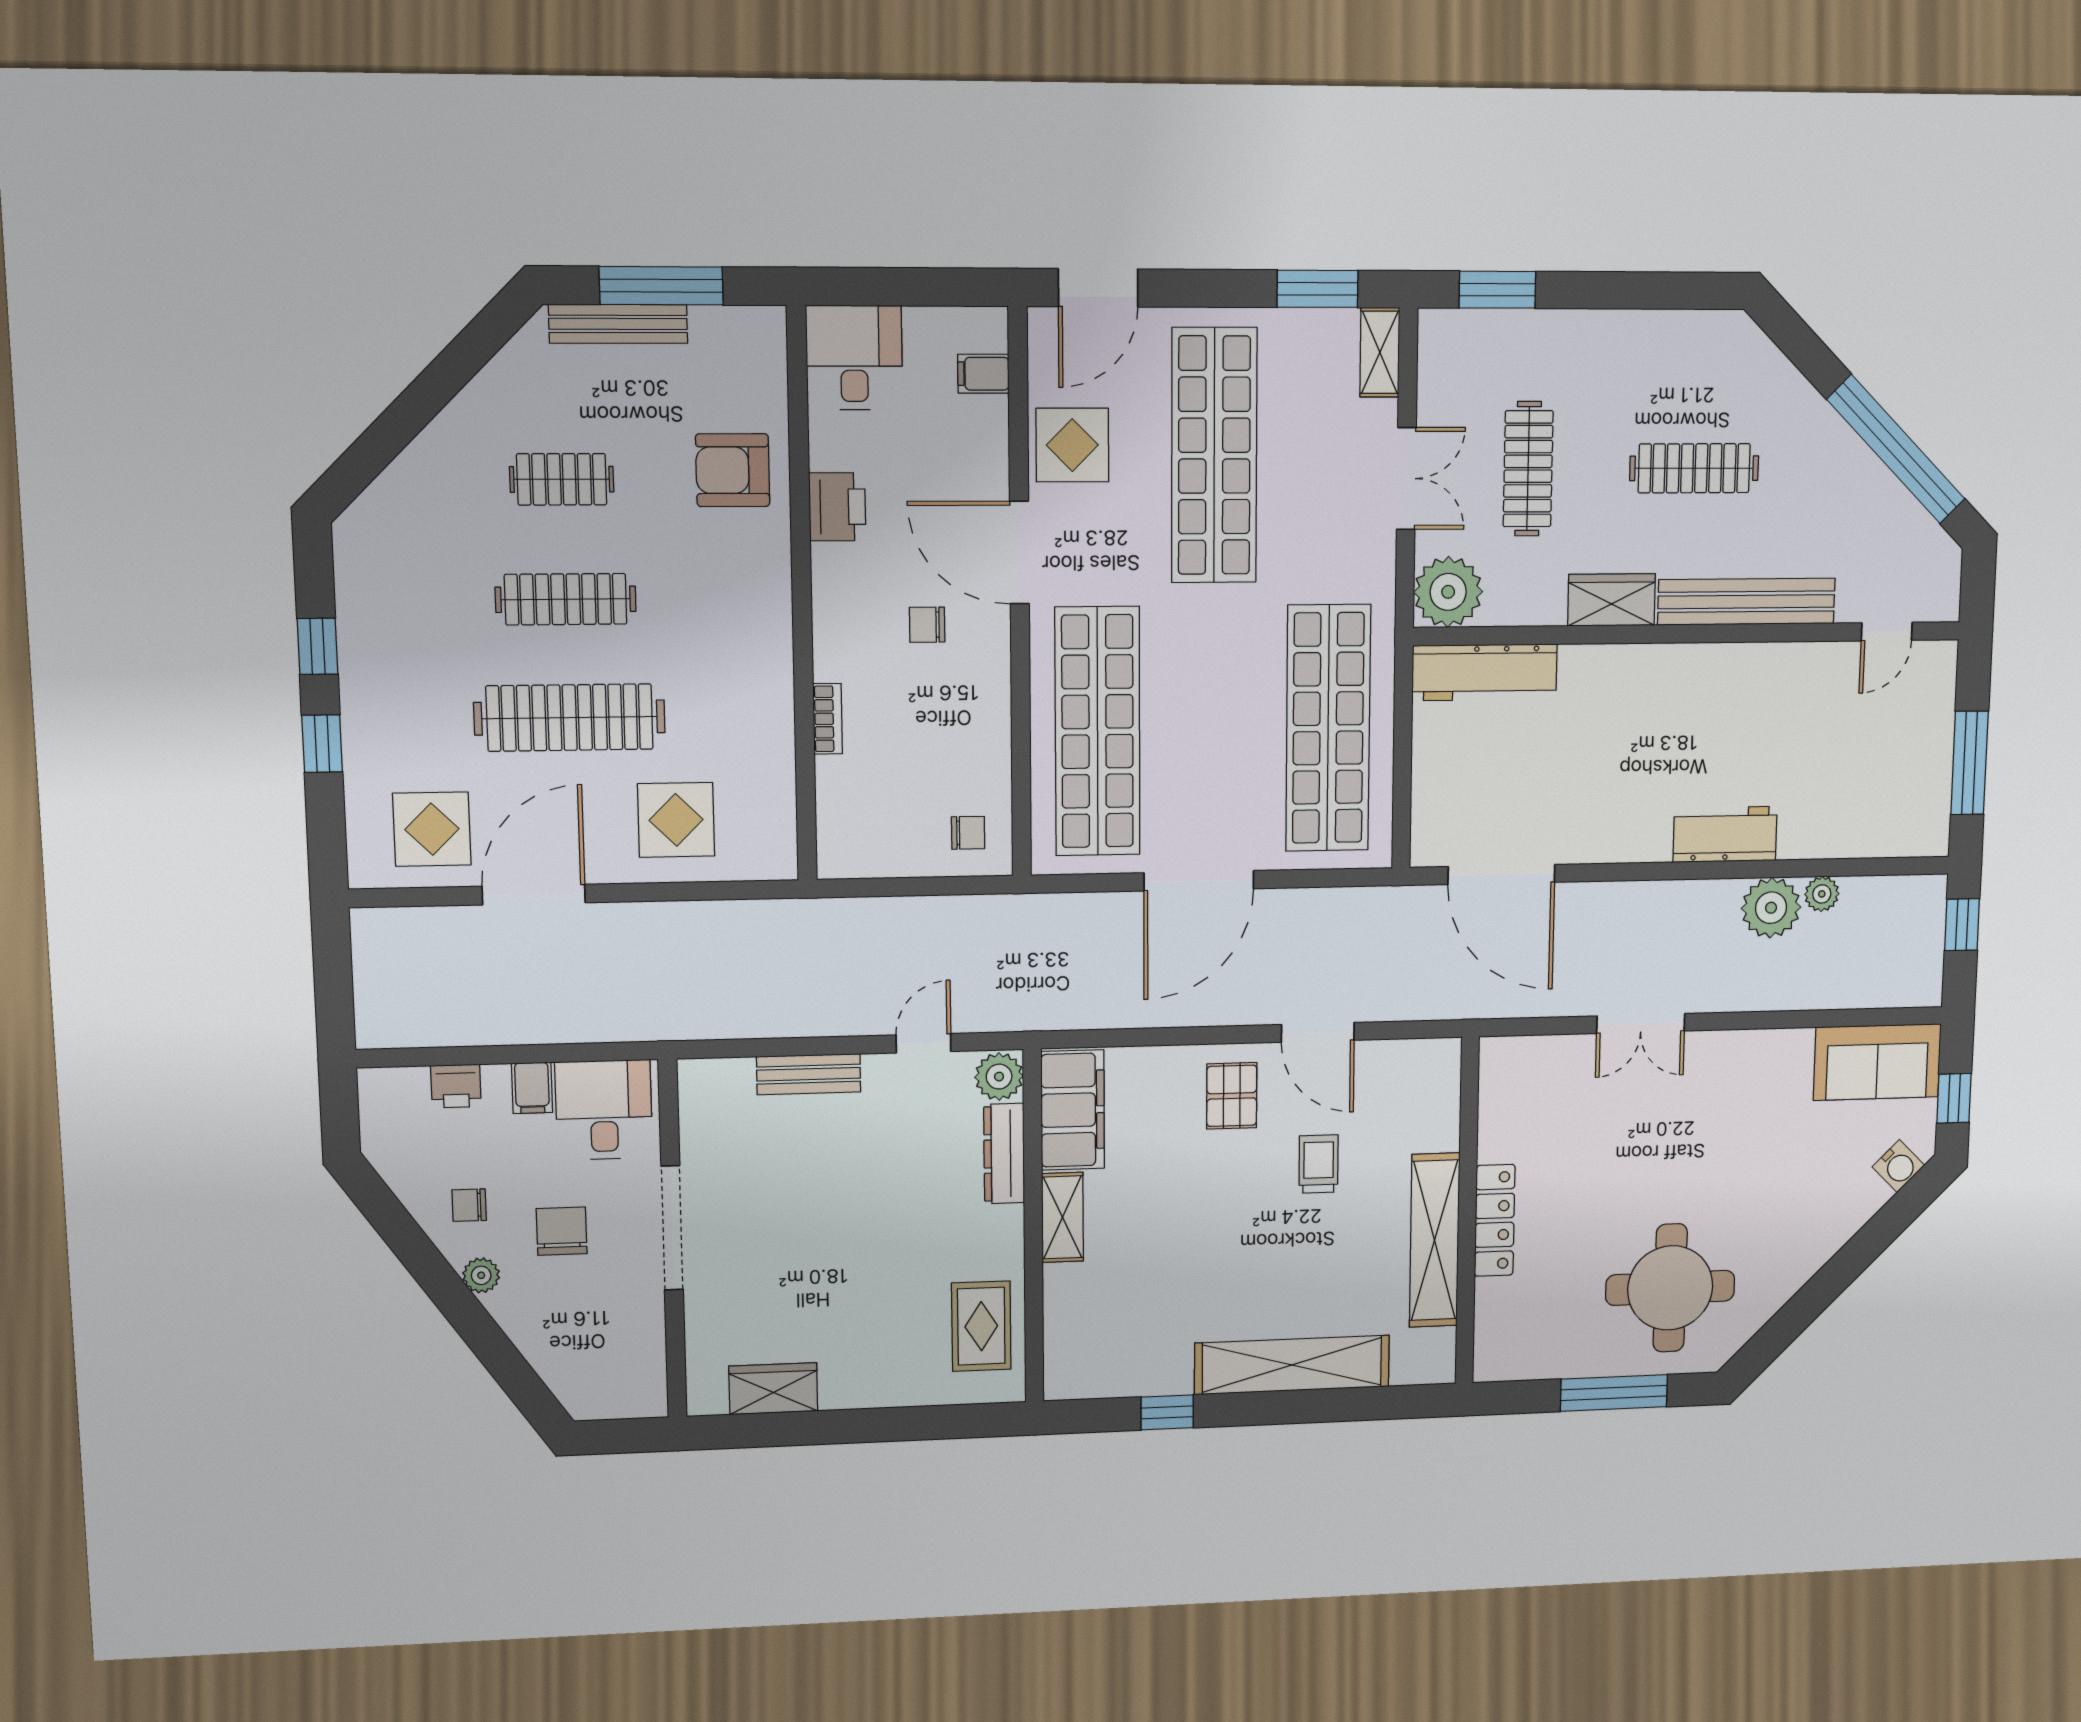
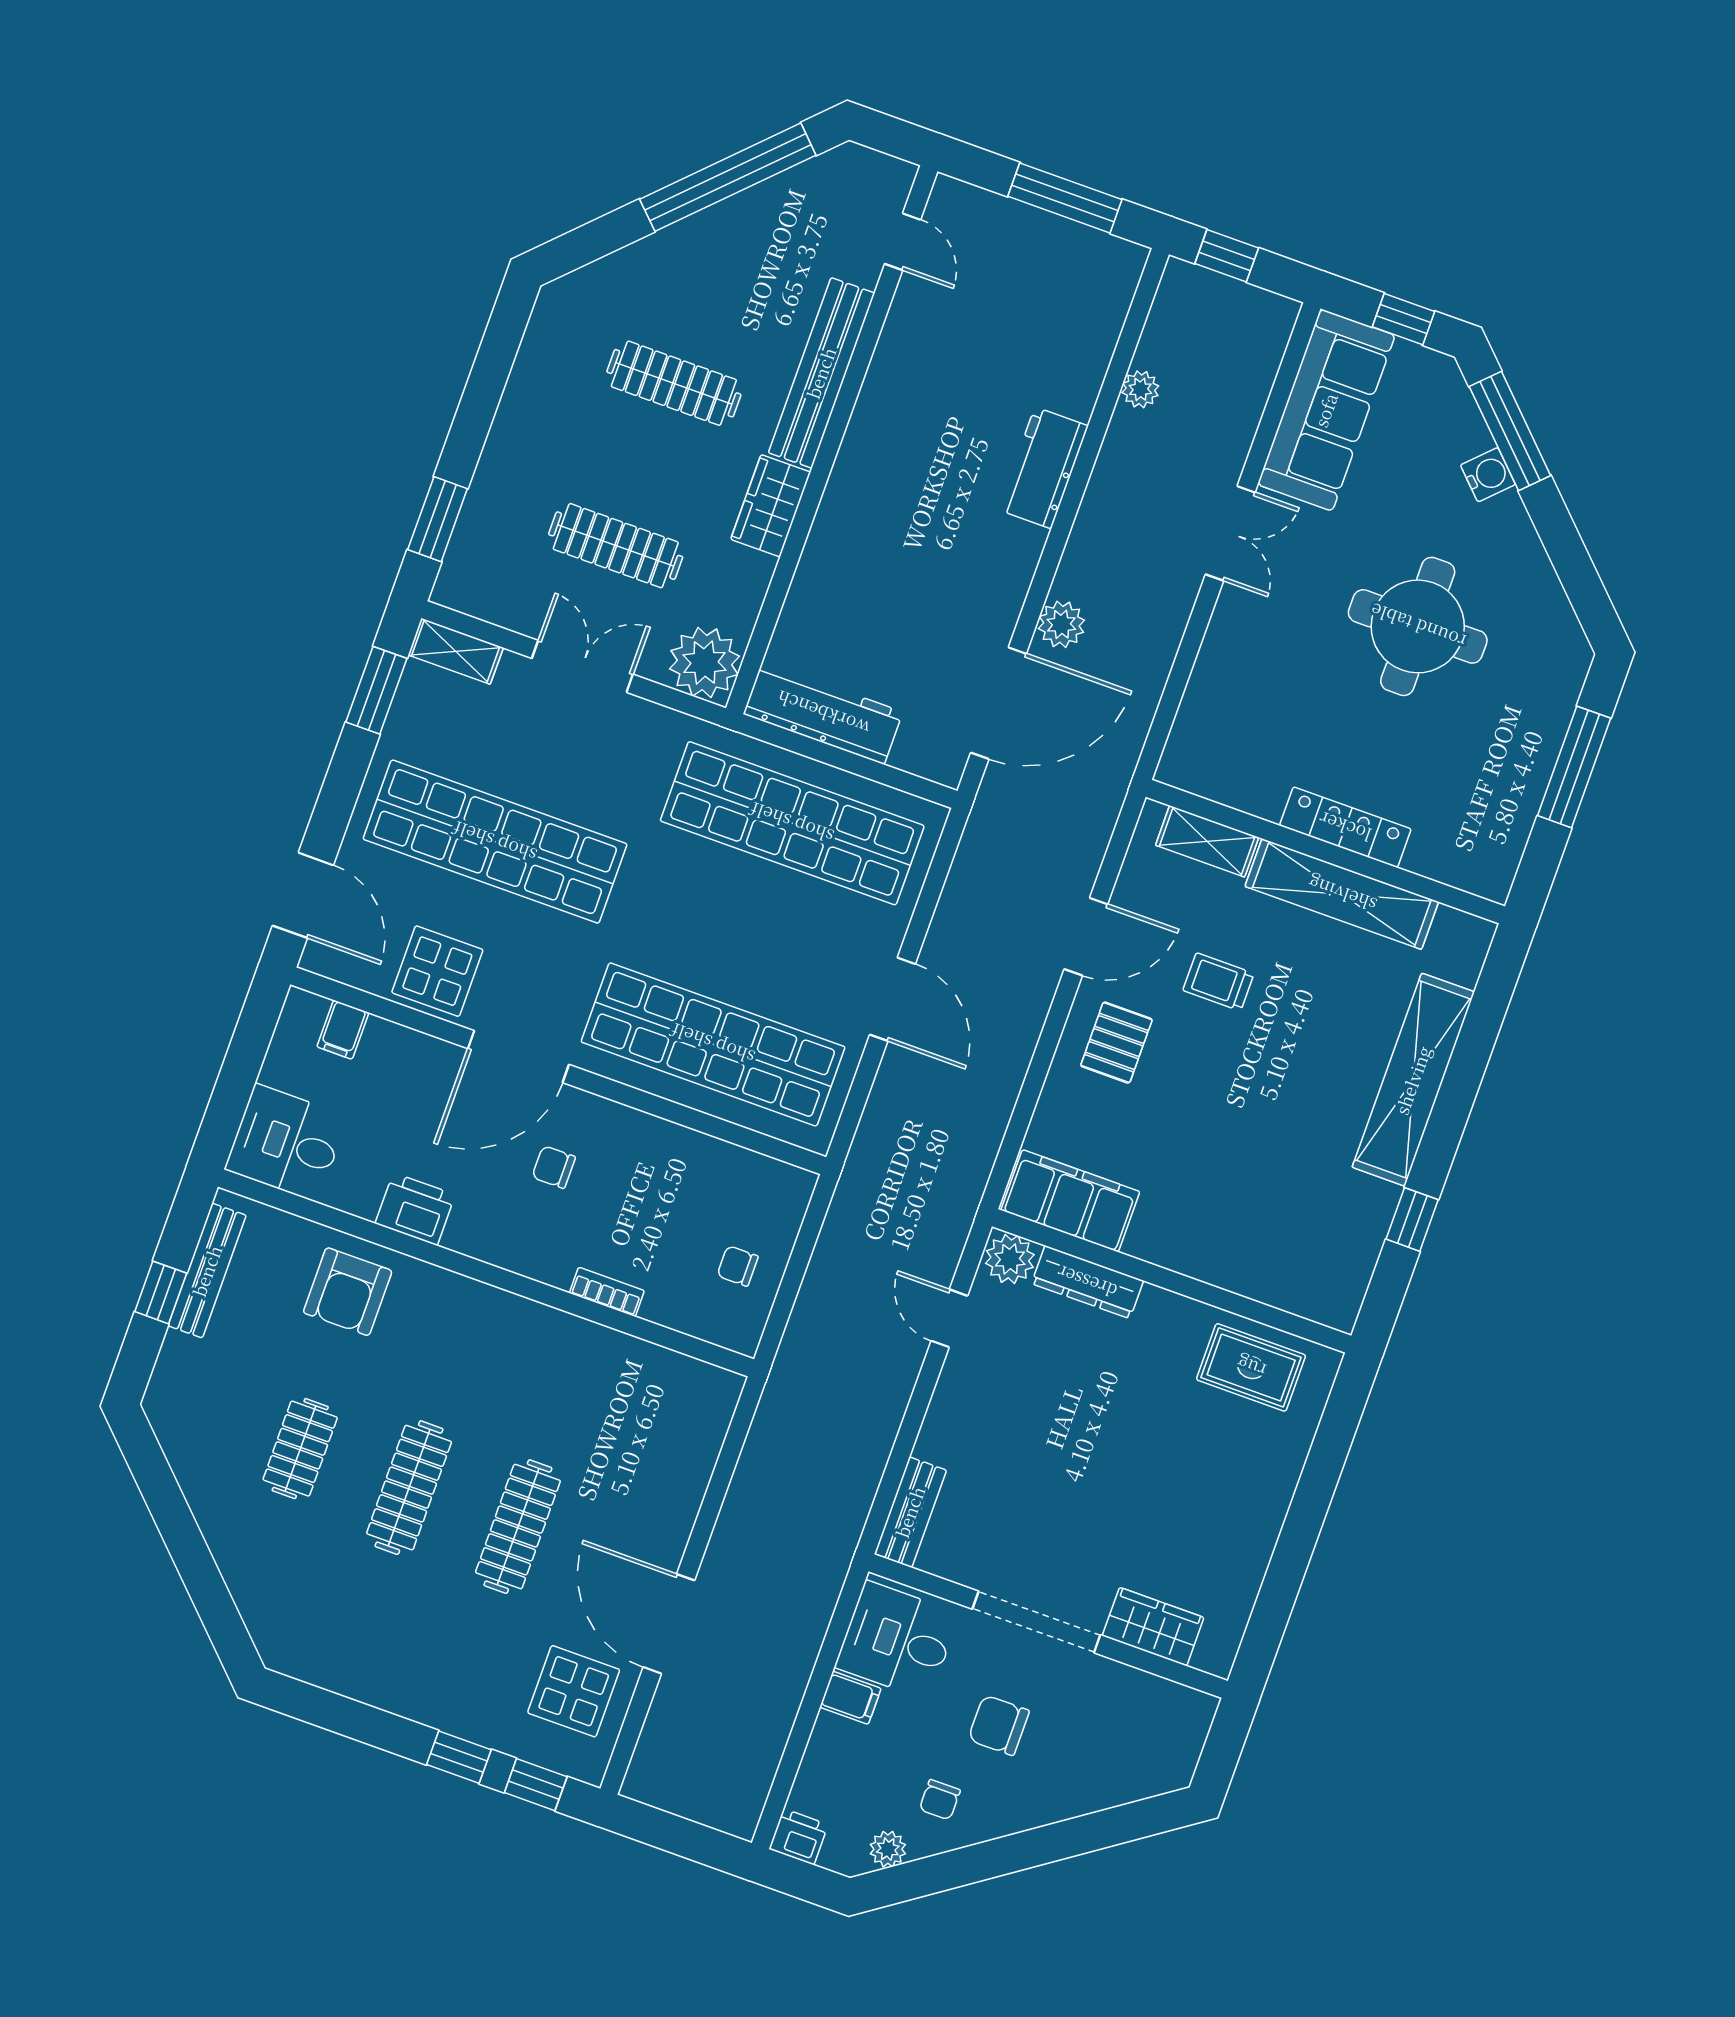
window: (661, 286) -> (161, 1292), width x0.46
bench: (618, 324) -> (207, 1271), moved
clothes rail: (1694, 468) -> (674, 383), turned 90
chair: (927, 625) -> (554, 1167), turned 90
window: (317, 646) -> (536, 1785), moved
workbench: (1485, 672) -> (823, 713), moved, turned -90
clothes rail: (570, 718) -> (518, 1527), width x0.73, depth x0.76
display table: (676, 820) -> (649, 1467), removed
chair: (968, 833) -> (738, 1266), moved, turned -90
door: (1199, 881) -> (893, 999), width x0.73
plant: (1771, 908) -> (1061, 624), moved, width x0.73, depth x0.73
double door: (1641, 1024) -> (1230, 533), moved
sofa: (1877, 1062) -> (1326, 410), width x1.36
bench: (809, 1074) -> (910, 1512), moved
printer: (456, 1086) -> (799, 1837), moved, turned -90
pallet: (1232, 1096) -> (1116, 1043), turned 90
water cooler: (1898, 1166) -> (1488, 475), moved
shelving: (1063, 1217) -> (1207, 841), moved
window: (1886, 1226) -> (1510, 431), added
plant: (481, 1275) -> (888, 1849), moved
round table: (1670, 1288) -> (1418, 626), moved
wardrobe: (773, 1389) -> (1153, 1627), moved, turned 90

